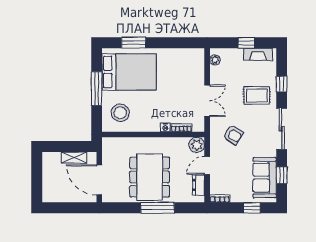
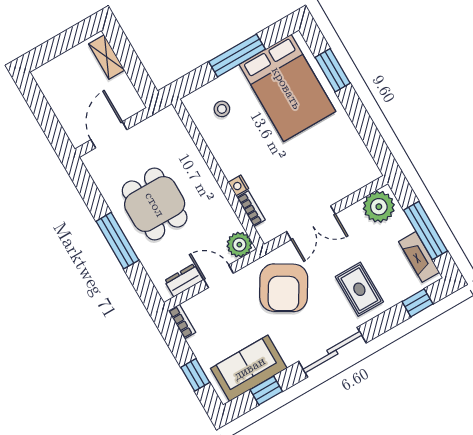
window: (246, 43) -> (426, 231), width x2.17
plant: (215, 60) -> (379, 207), width x1.88, depth x1.88
window: (282, 84) -> (418, 303), moved
stool: (120, 113) -> (222, 109), width x0.53, depth x0.53
armchair: (233, 135) -> (284, 288), width x1.88, depth x1.88
shelving: (74, 157) -> (107, 57), moved
dining table: (150, 177) -> (155, 204), width x0.73
door: (99, 180) -> (109, 135), width x0.73

